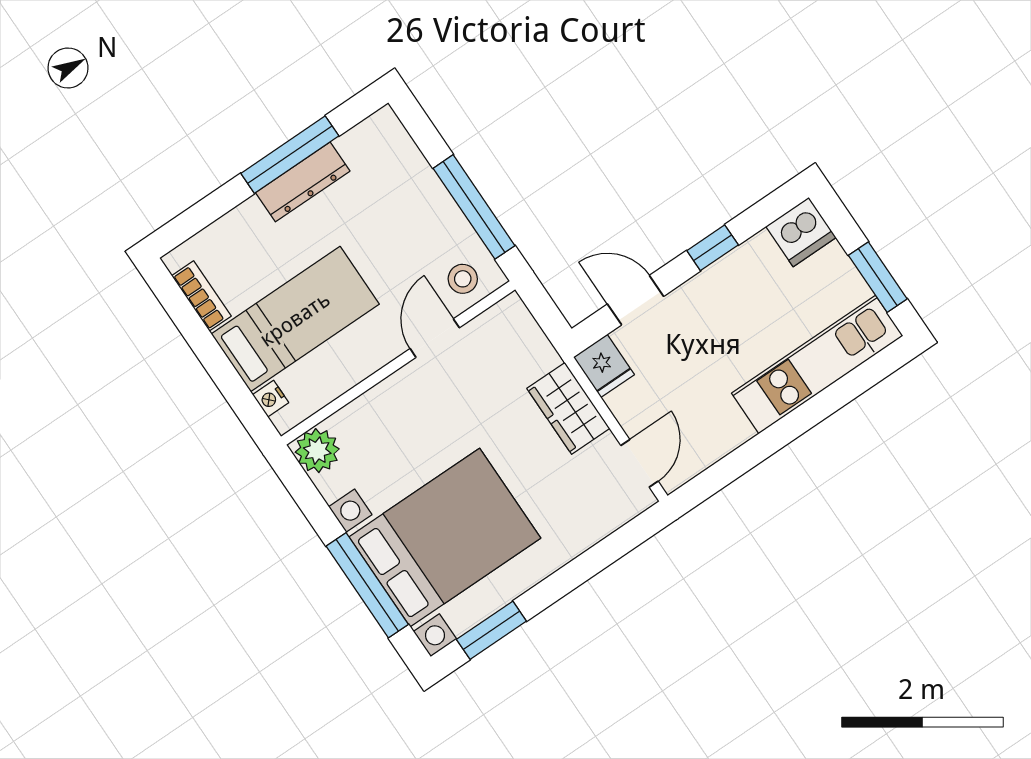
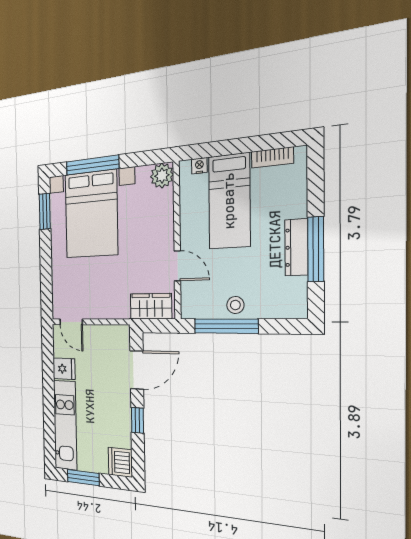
stool: (463, 279) -> (235, 305), moved
door: (636, 300) -> (137, 370), width x1.38
fridge: (604, 366) -> (64, 369), moved, turned 180
wardrobe: (568, 408) -> (151, 306), moved

